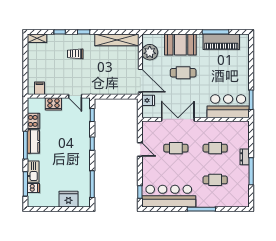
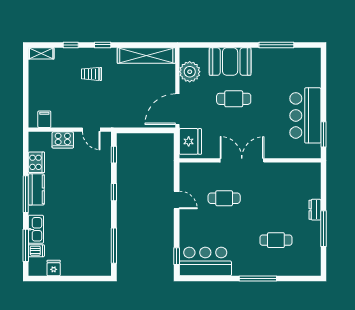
piano: (221, 42) -> (284, 58), removed
door: (140, 81) -> (177, 109), swing flipped
fridge: (148, 100) -> (190, 141), width x1.88, depth x1.34
bar counter: (228, 106) -> (305, 115), moved, turned -90
double door: (178, 119) -> (242, 160), moved
cafe table: (215, 148) -> (276, 198), removed
bar counter: (169, 196) -> (205, 261), width x0.73
fridge: (68, 199) -> (54, 268), moved, width x0.53, depth x0.75

